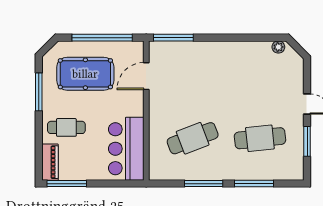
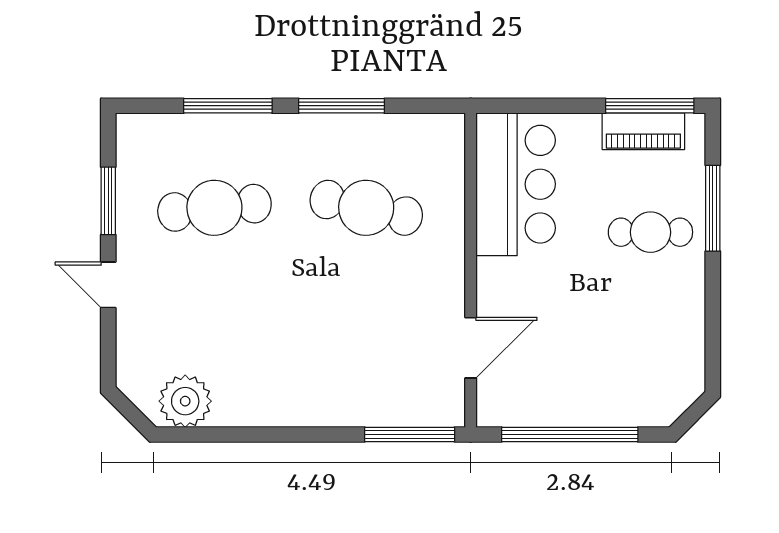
plant: (278, 47) -> (185, 401), width x1.88, depth x1.88
pool table: (85, 74) -> (608, 353), removed
window: (39, 92) -> (713, 208), moved
cafe table: (193, 138) -> (366, 208), turned 33
piano: (50, 162) -> (643, 131), moved, turned -90

